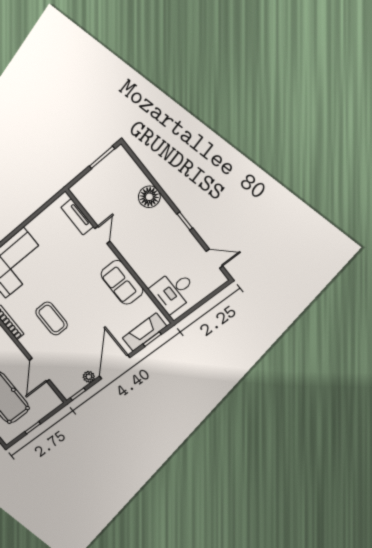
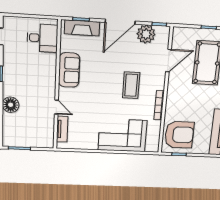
door: (102, 235) -> (56, 107), swing flipped
plant: (89, 377) -> (146, 34), width x1.87, depth x1.87

